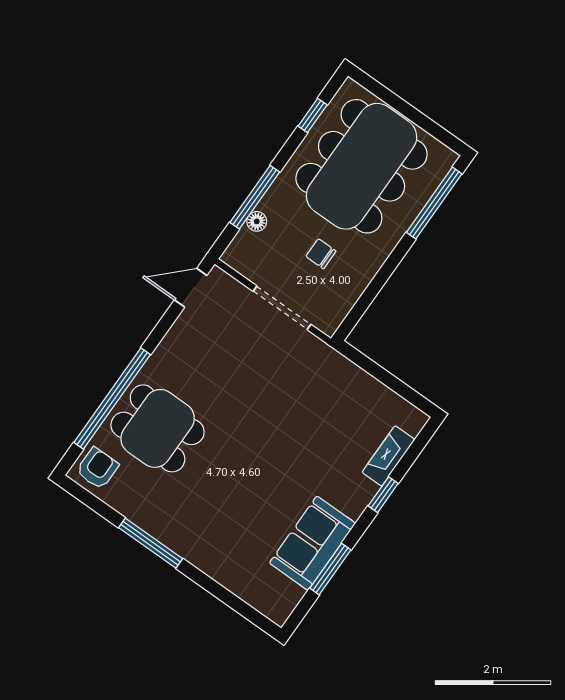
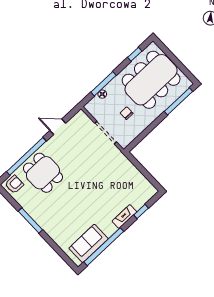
door: (191, 288) -> (58, 127), moved
fireplace: (388, 456) -> (124, 216), moved
window: (383, 495) -> (141, 211), moved
sofa: (312, 543) -> (89, 243), moved
window: (330, 569) -> (104, 247), width x2.11

